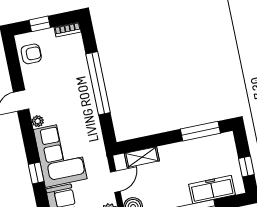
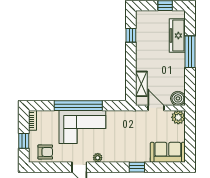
armchair: (31, 54) -> (45, 152), turned 90
window: (200, 131) -> (131, 35), width x0.46
corner sofa: (60, 154) -> (82, 127), moved, turned 180

